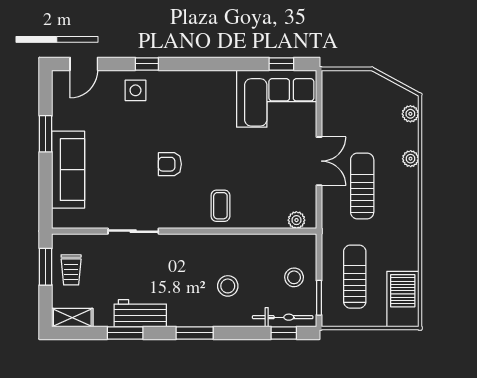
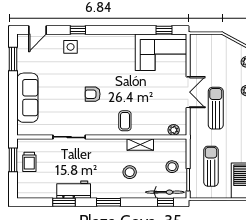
window: (46, 134) -> (13, 59), moved
shelving: (72, 318) -> (140, 145), moved

